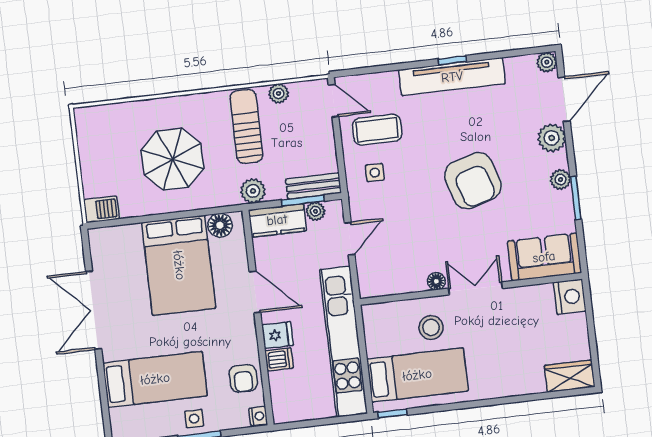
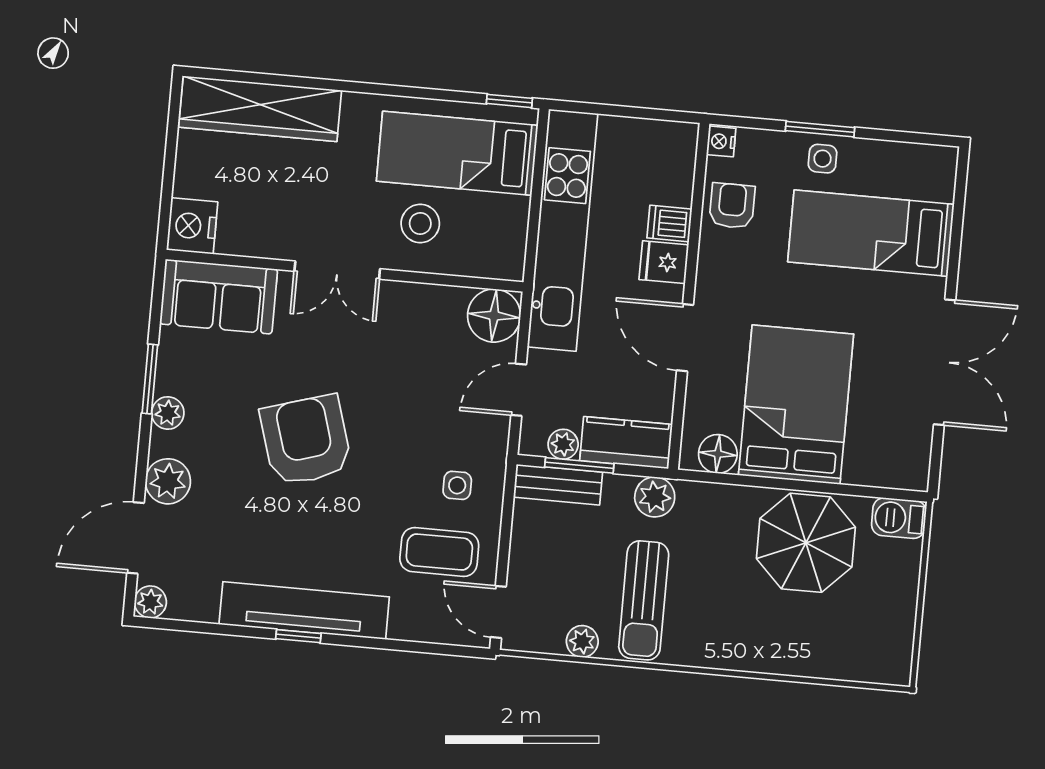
parasol: (172, 159) -> (806, 543), moved
floor lamp: (436, 281) -> (494, 316), moved, width x1.89, depth x1.89
wardrobe: (569, 376) -> (260, 109), width x2.10, depth x1.17

